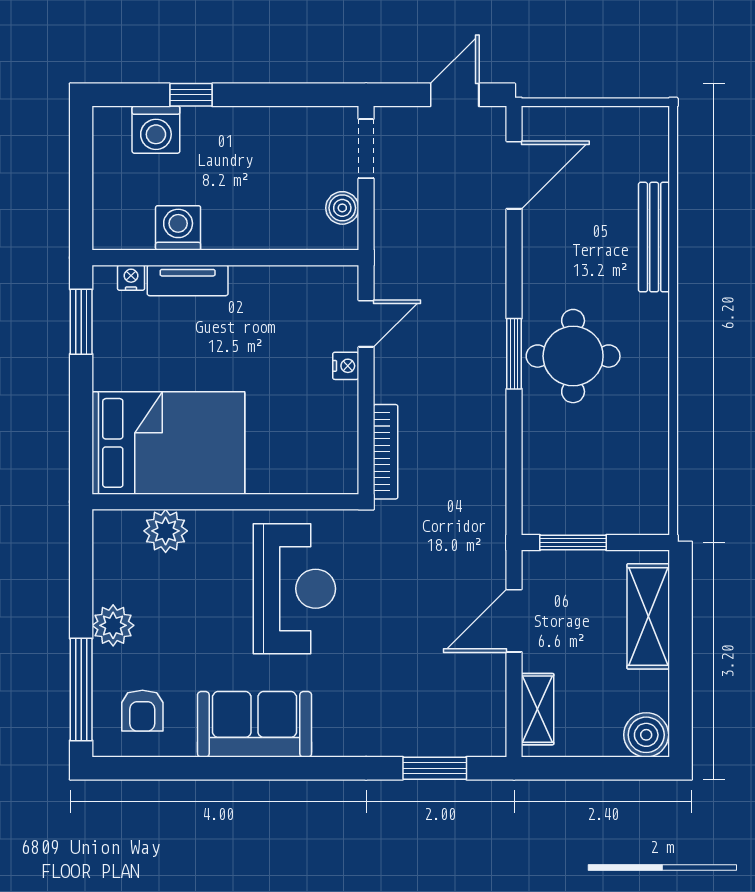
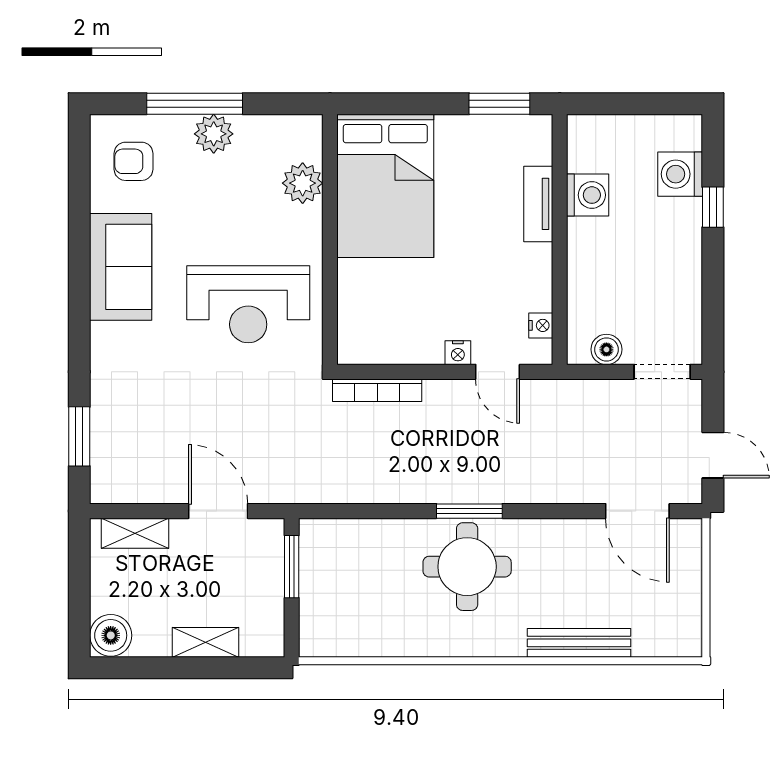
nightstand: (131, 278) -> (541, 325), moved
shelving: (648, 616) -> (206, 642), width x0.67, depth x0.75
window: (81, 690) -> (195, 104), moved

